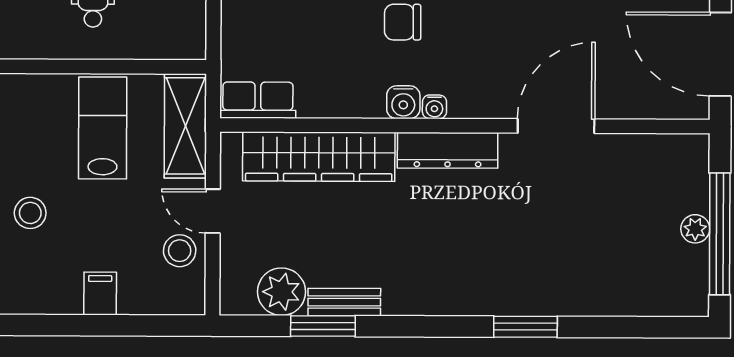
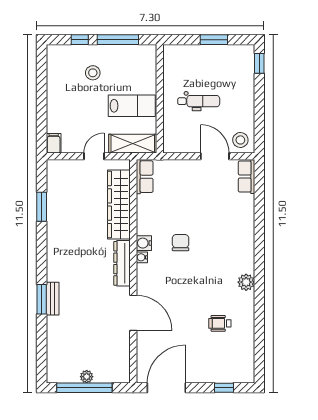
stool: (180, 251) -> (76, 141), removed
plant: (282, 292) -> (57, 188), removed
filing cabinet: (100, 294) -> (54, 143), moved, turned -90
bench: (344, 302) -> (53, 299), moved

